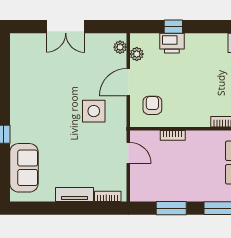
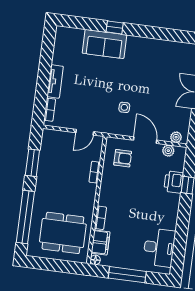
side table: (94, 111) -> (124, 107), width x0.54, depth x0.54
sofa: (24, 168) -> (104, 44), moved

